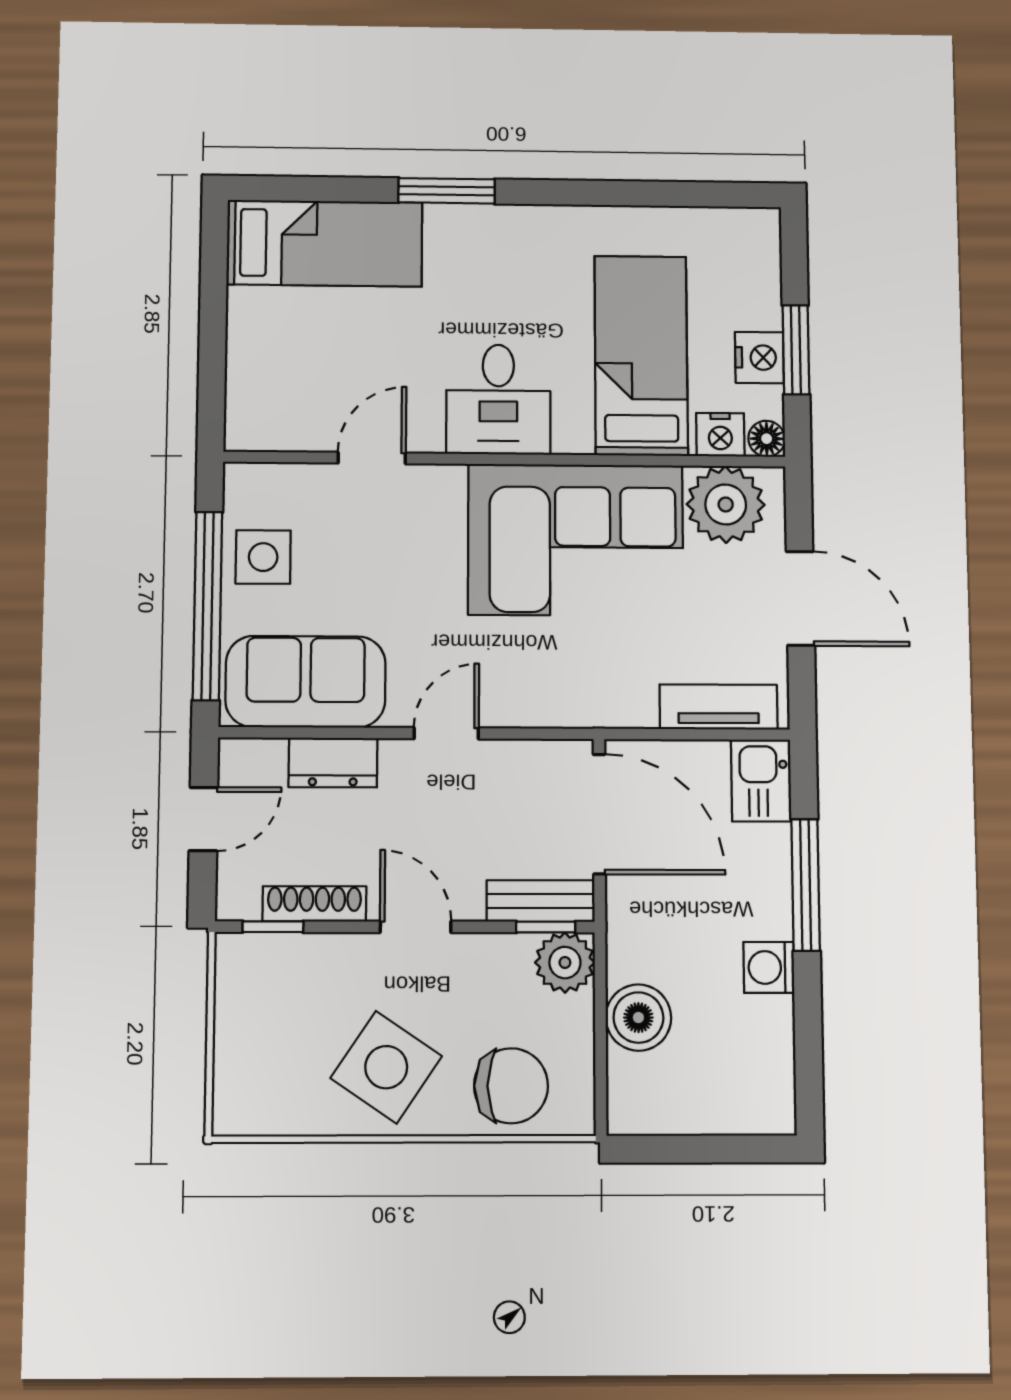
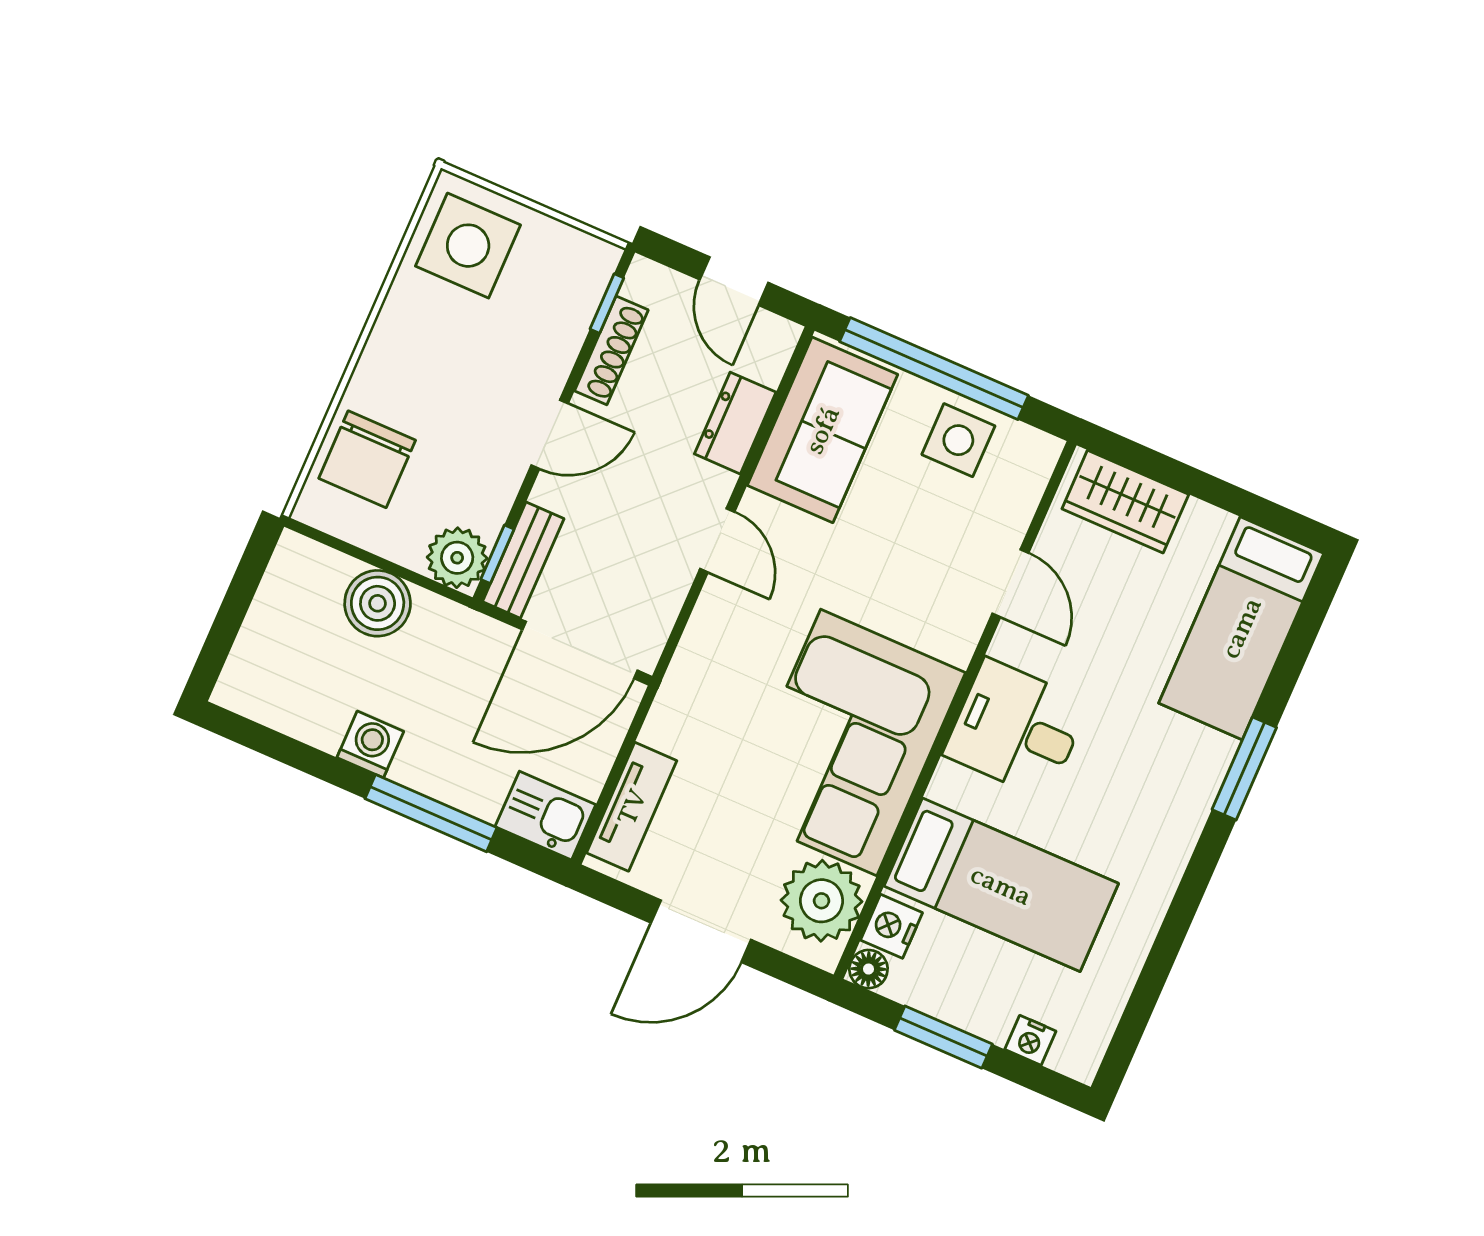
nightstand: (759, 358) -> (1030, 1040), moved, width x0.72, depth x0.74
wardrobe: (255, 388) -> (1125, 502), added
side table: (386, 1067) -> (468, 246), moved, turned -34

